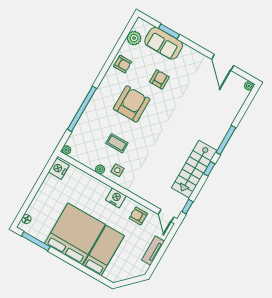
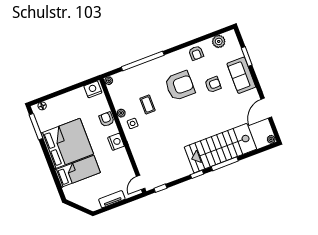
sofa: (164, 43) -> (241, 75), moved
stairs: (194, 169) -> (220, 148), moved, width x1.36, depth x1.51
armchair: (138, 216) -> (106, 119), moved

